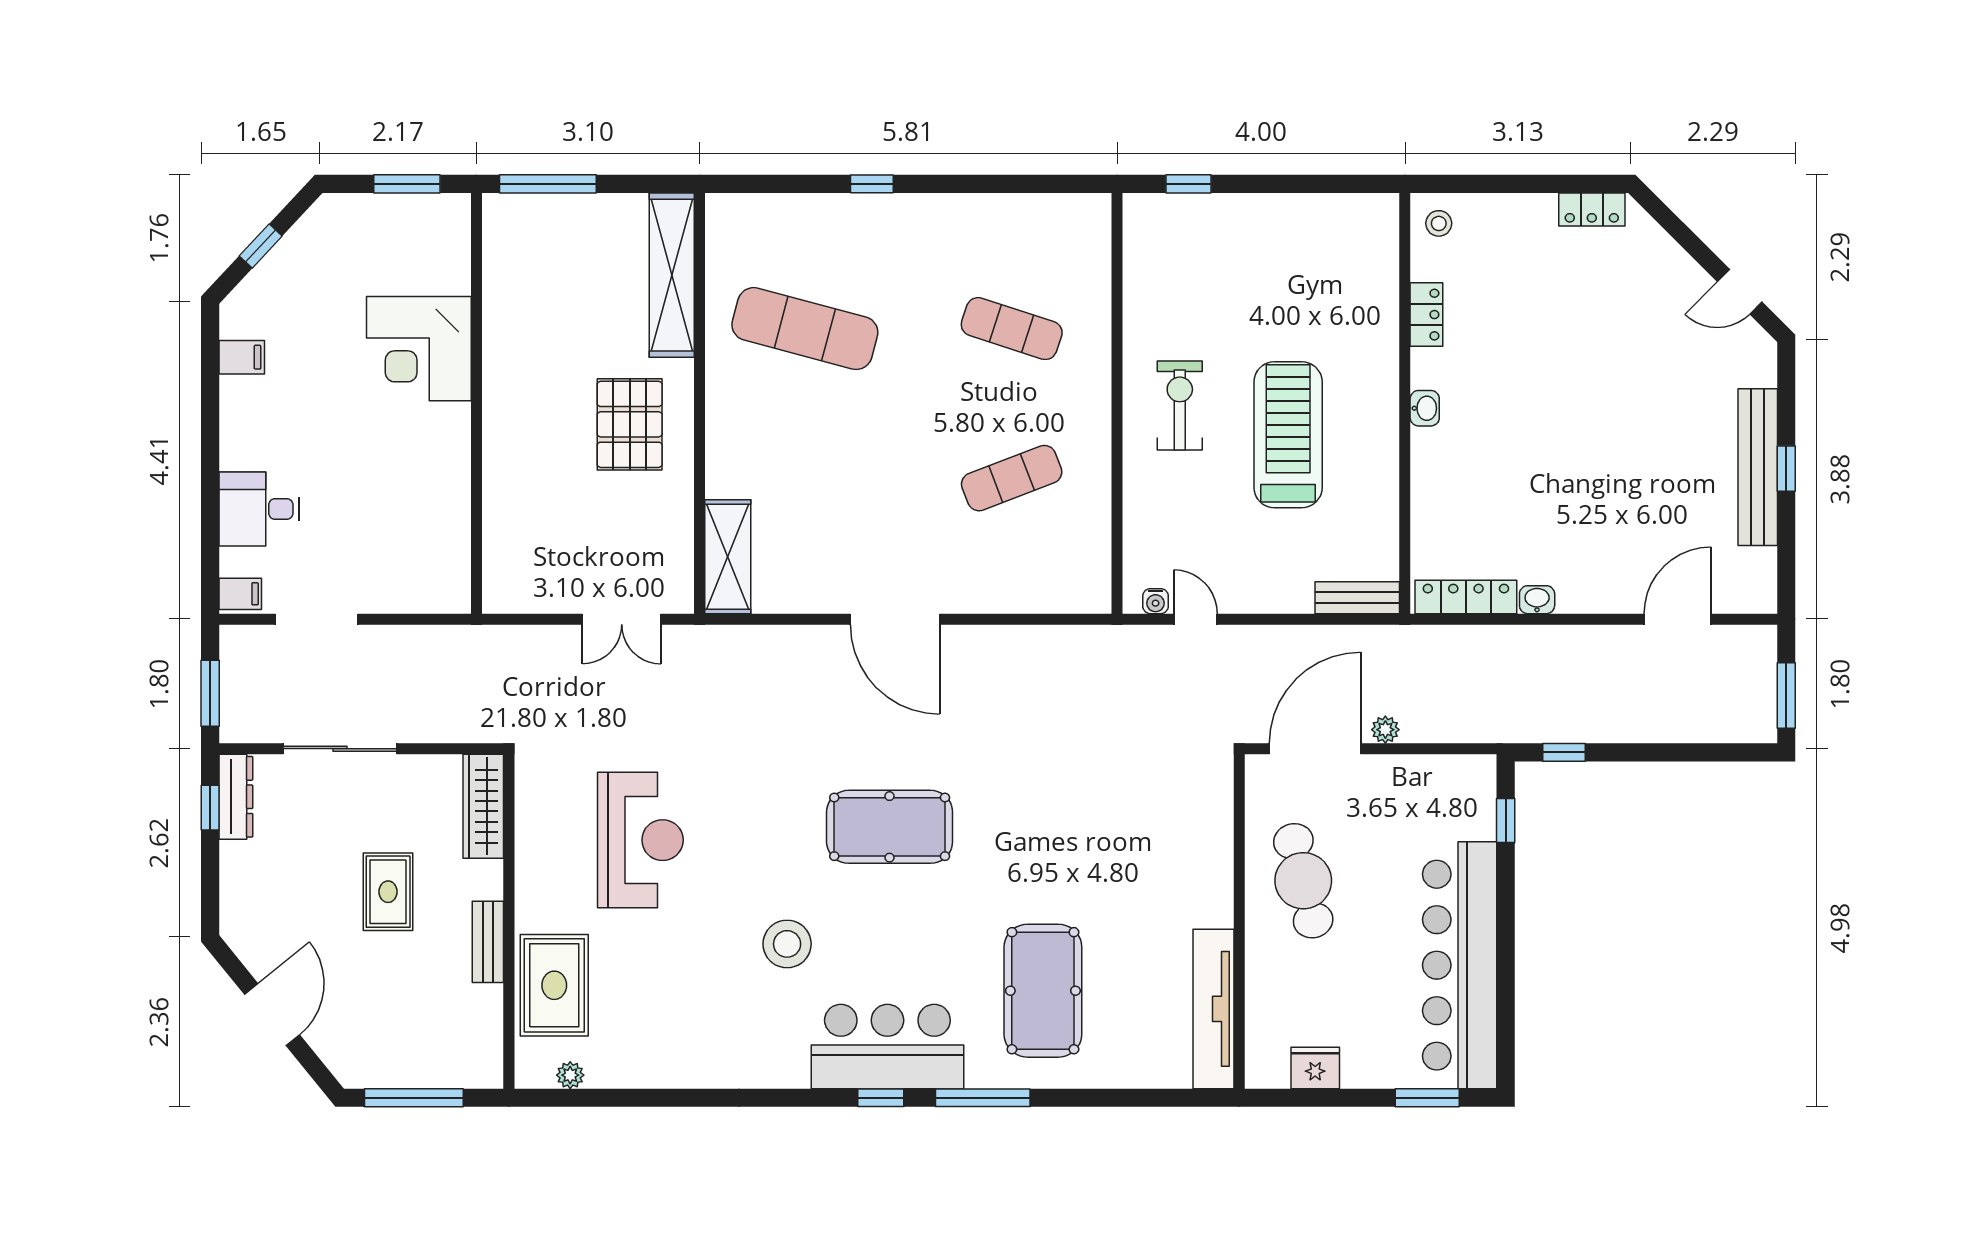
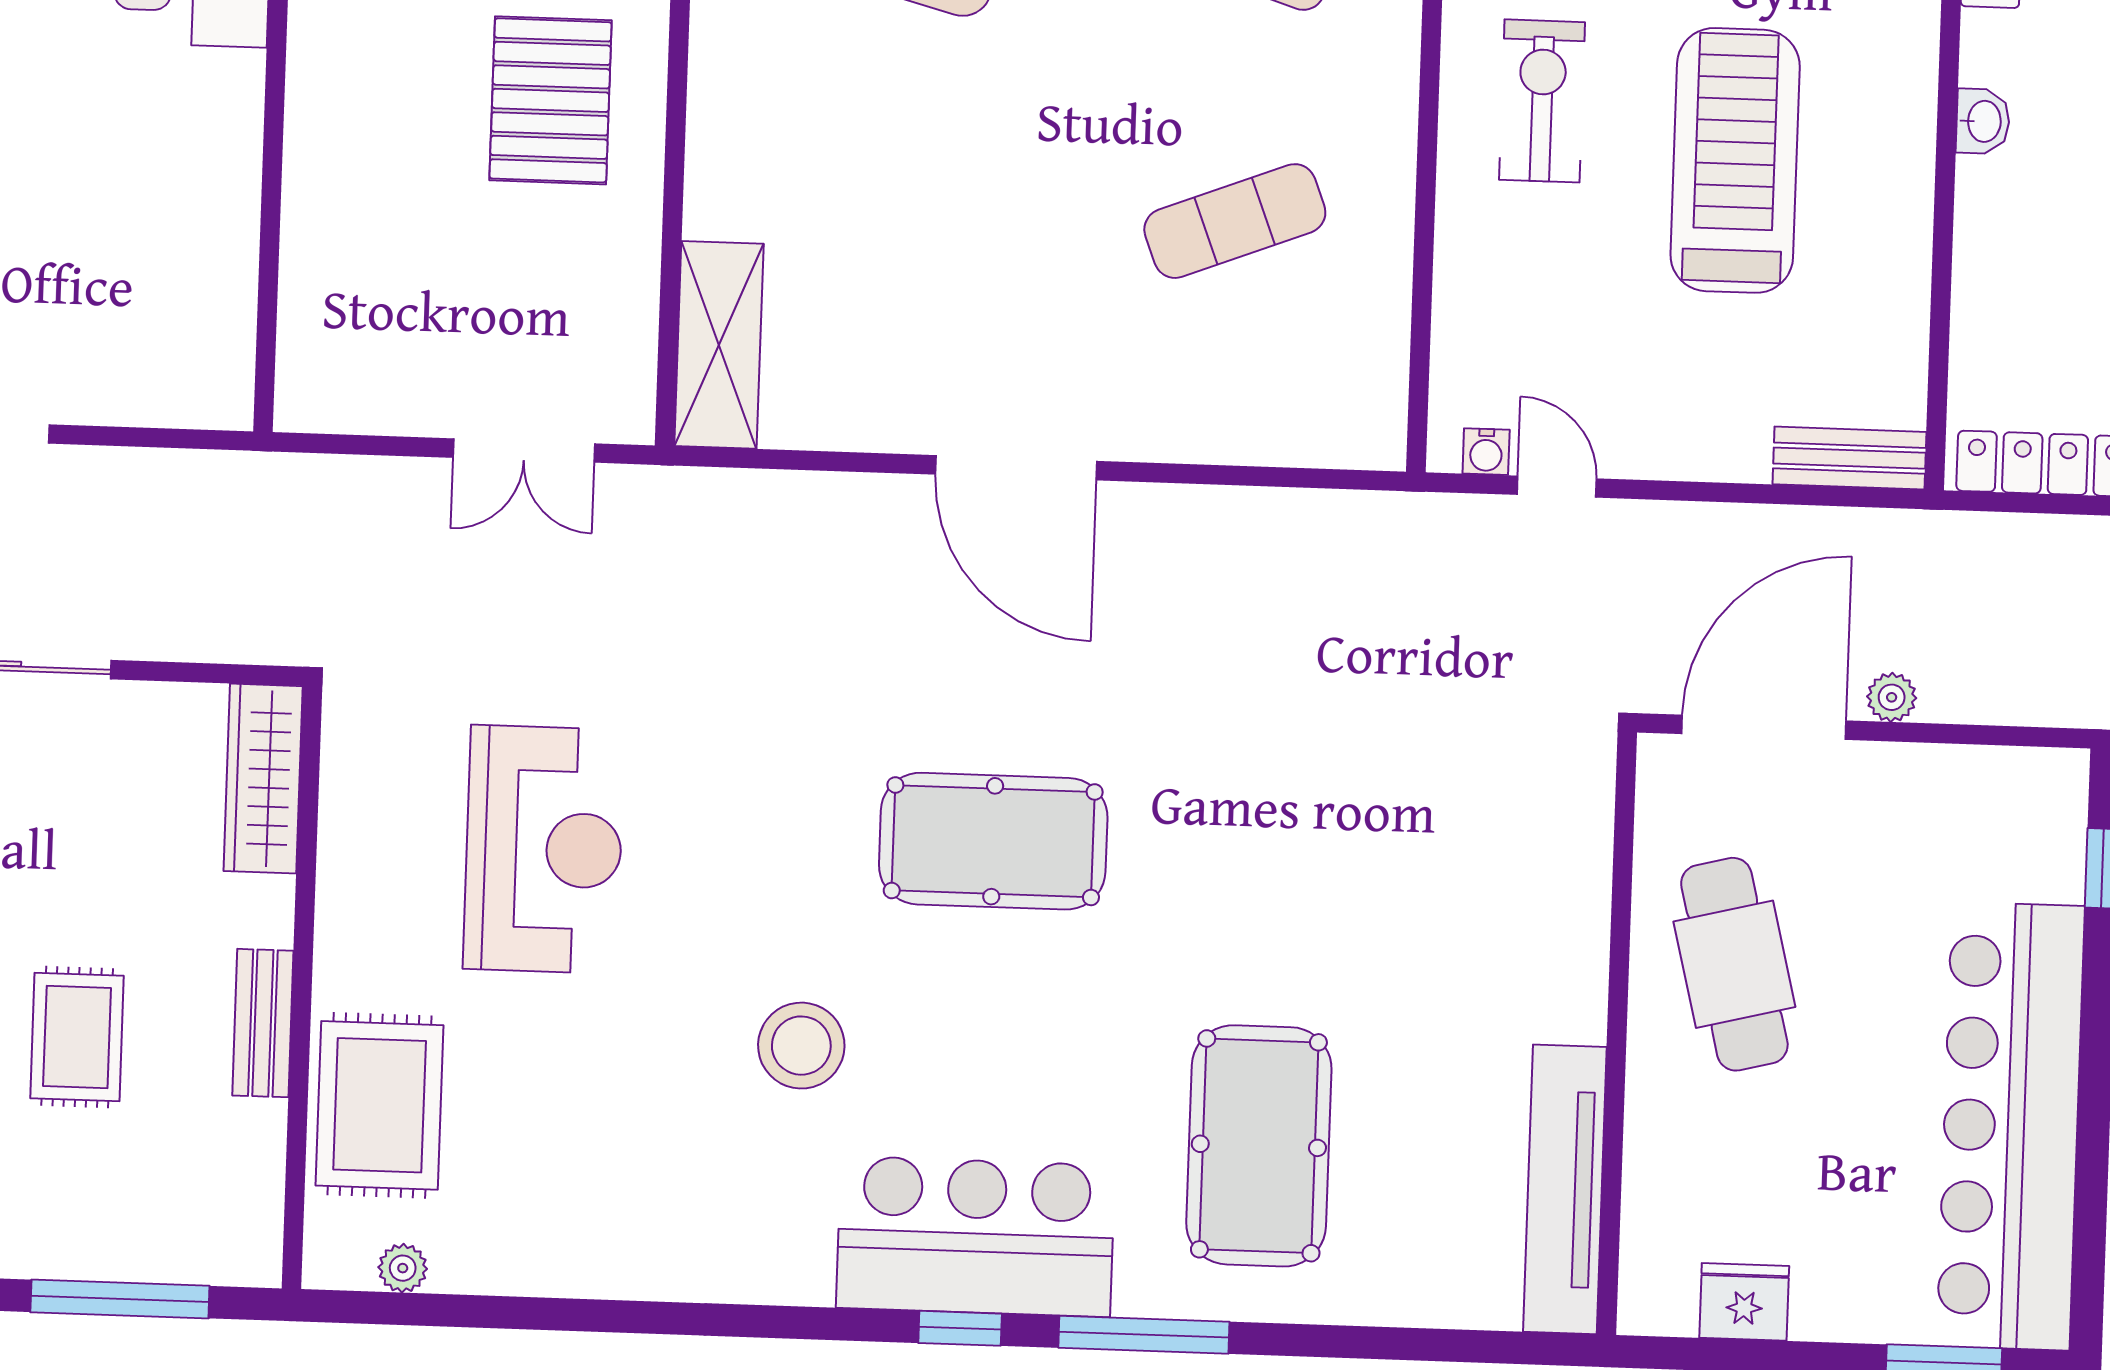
rug: (388, 892) -> (77, 1037), moved

